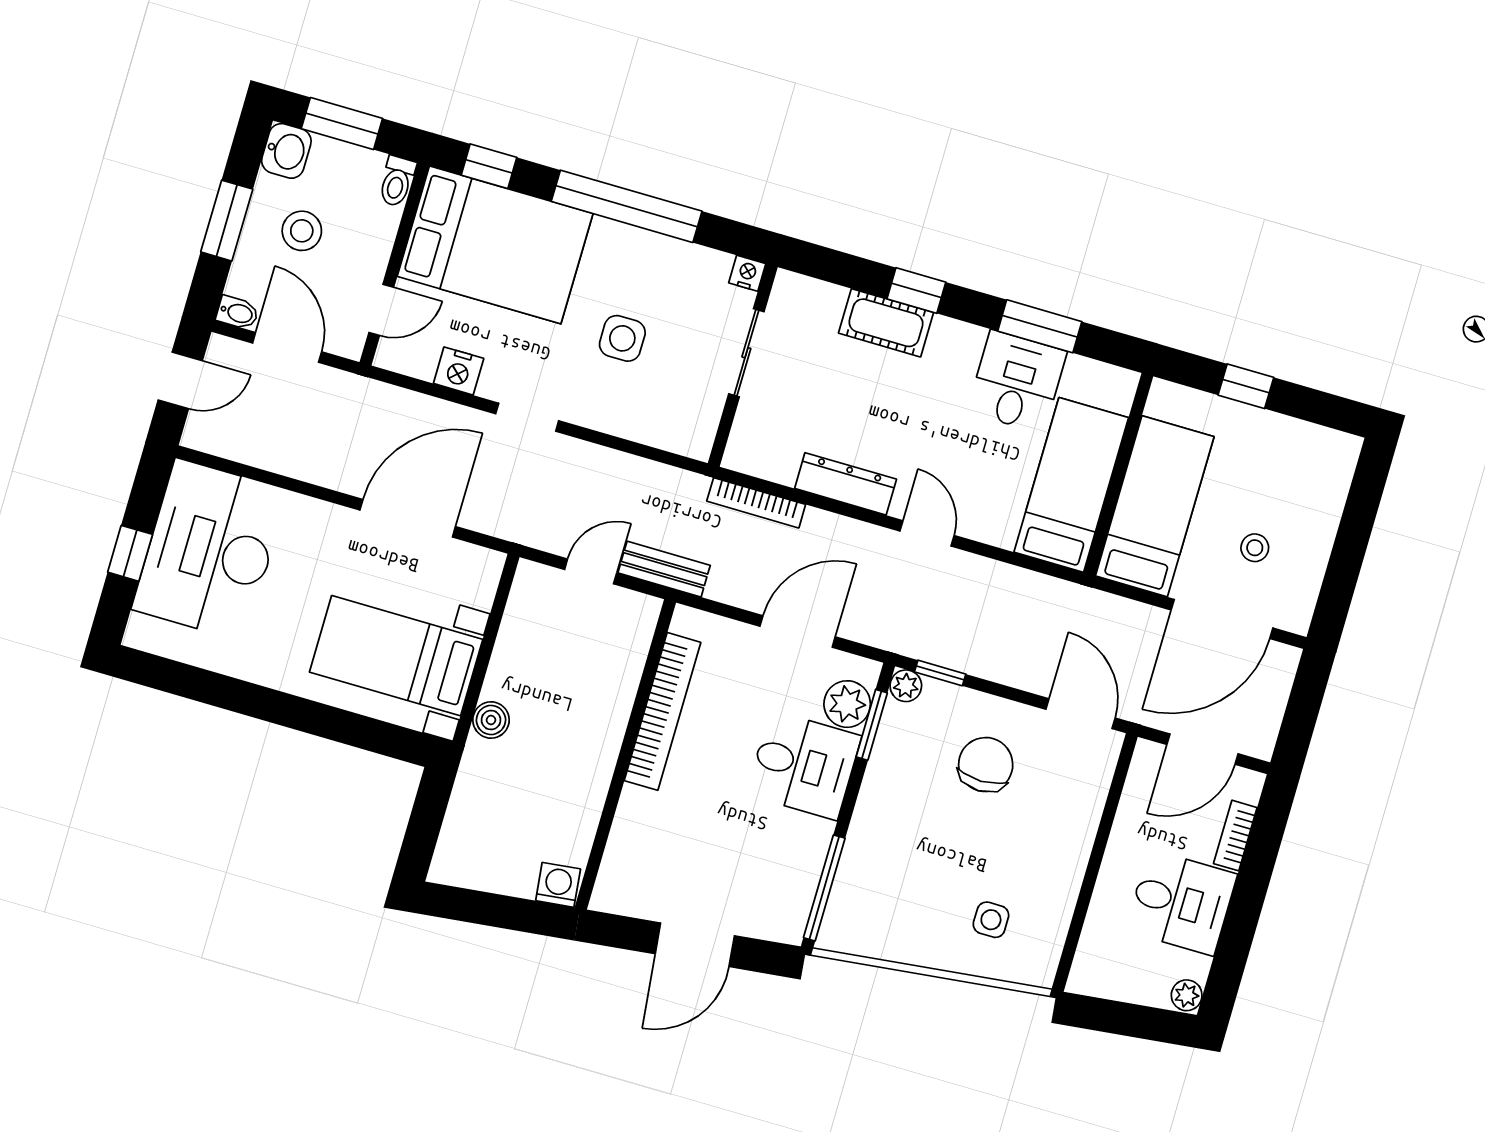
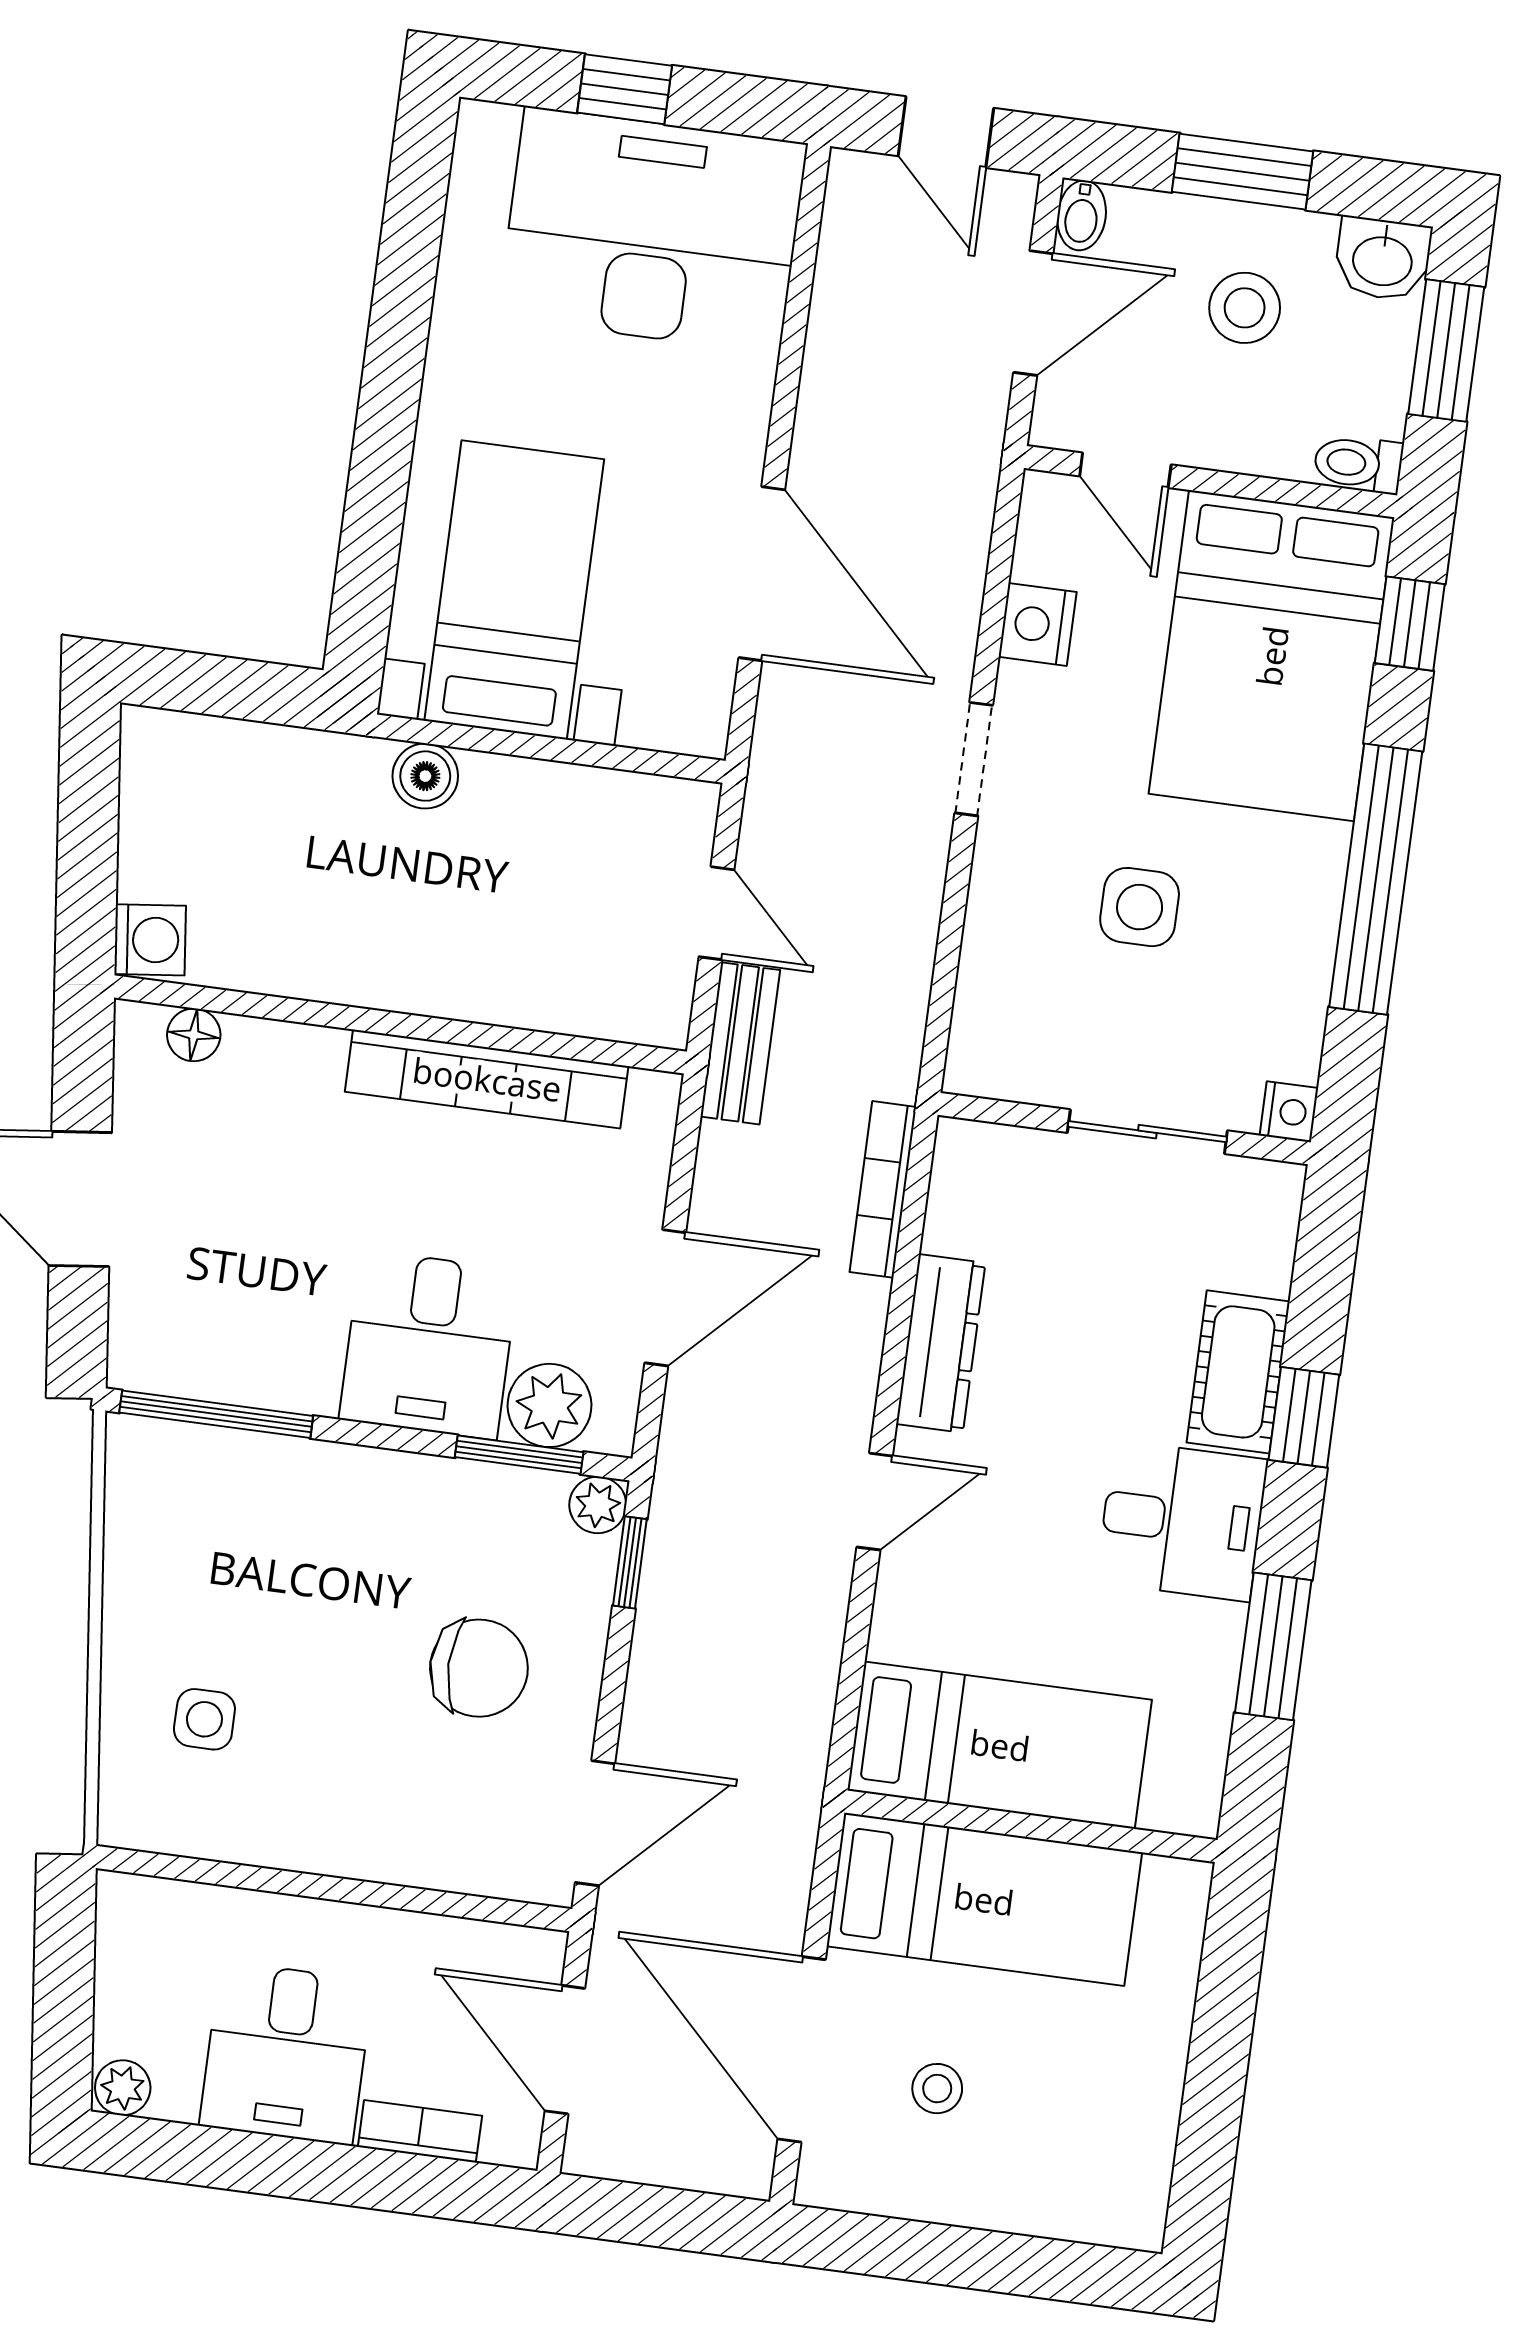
desk: (1017, 382) -> (1182, 1521), moved
window: (1246, 386) -> (1222, 2029), removed
door: (798, 632) -> (665, 1298), hinge flipped
floor lamp: (614, 869) -> (194, 1035), added

